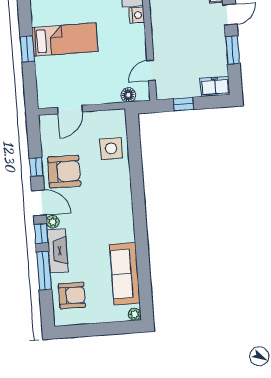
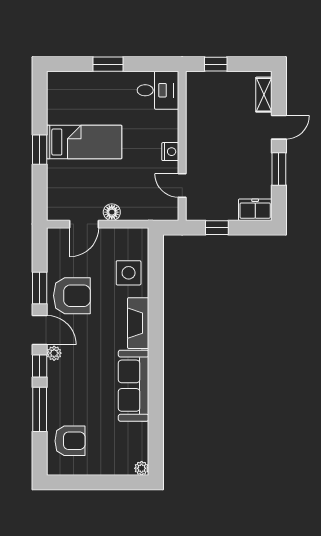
nightstand: (137, 15) -> (170, 152), moved
door: (151, 70) -> (182, 186), hinge flipped
floor lamp: (128, 95) -> (112, 212), moved
window: (36, 167) -> (40, 288), width x1.50
fireplace: (58, 251) -> (138, 323), moved, turned 180
sofa: (125, 274) -> (134, 386), moved

